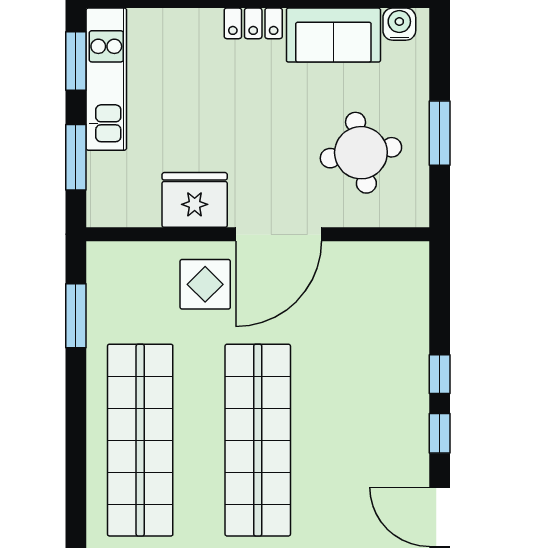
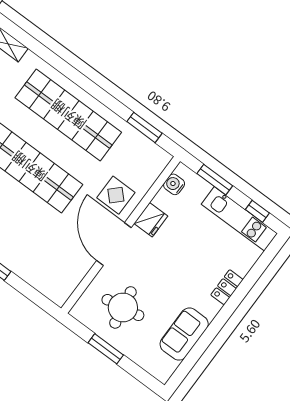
locker: (253, 23) -> (227, 287), moved
water cooler: (399, 24) -> (174, 184), moved, turned 180
window: (76, 61) -> (257, 211), width x0.67
fridge: (195, 200) -> (151, 220), width x0.73, depth x0.75

